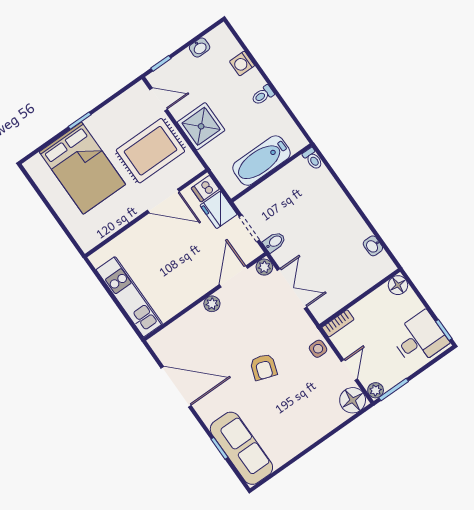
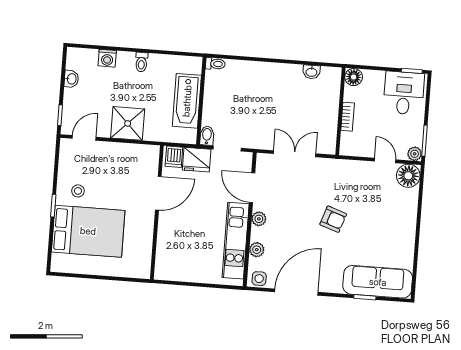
stool: (109, 131) -> (78, 191), added
rug: (150, 151) -> (115, 173), removed
bidet: (274, 242) -> (207, 136), moved
plant: (264, 267) -> (257, 250), moved
kitchen unit: (129, 297) -> (236, 241), moved, turned -90
bookcase: (338, 323) -> (348, 117), moved
side table: (318, 349) -> (259, 279), moved

